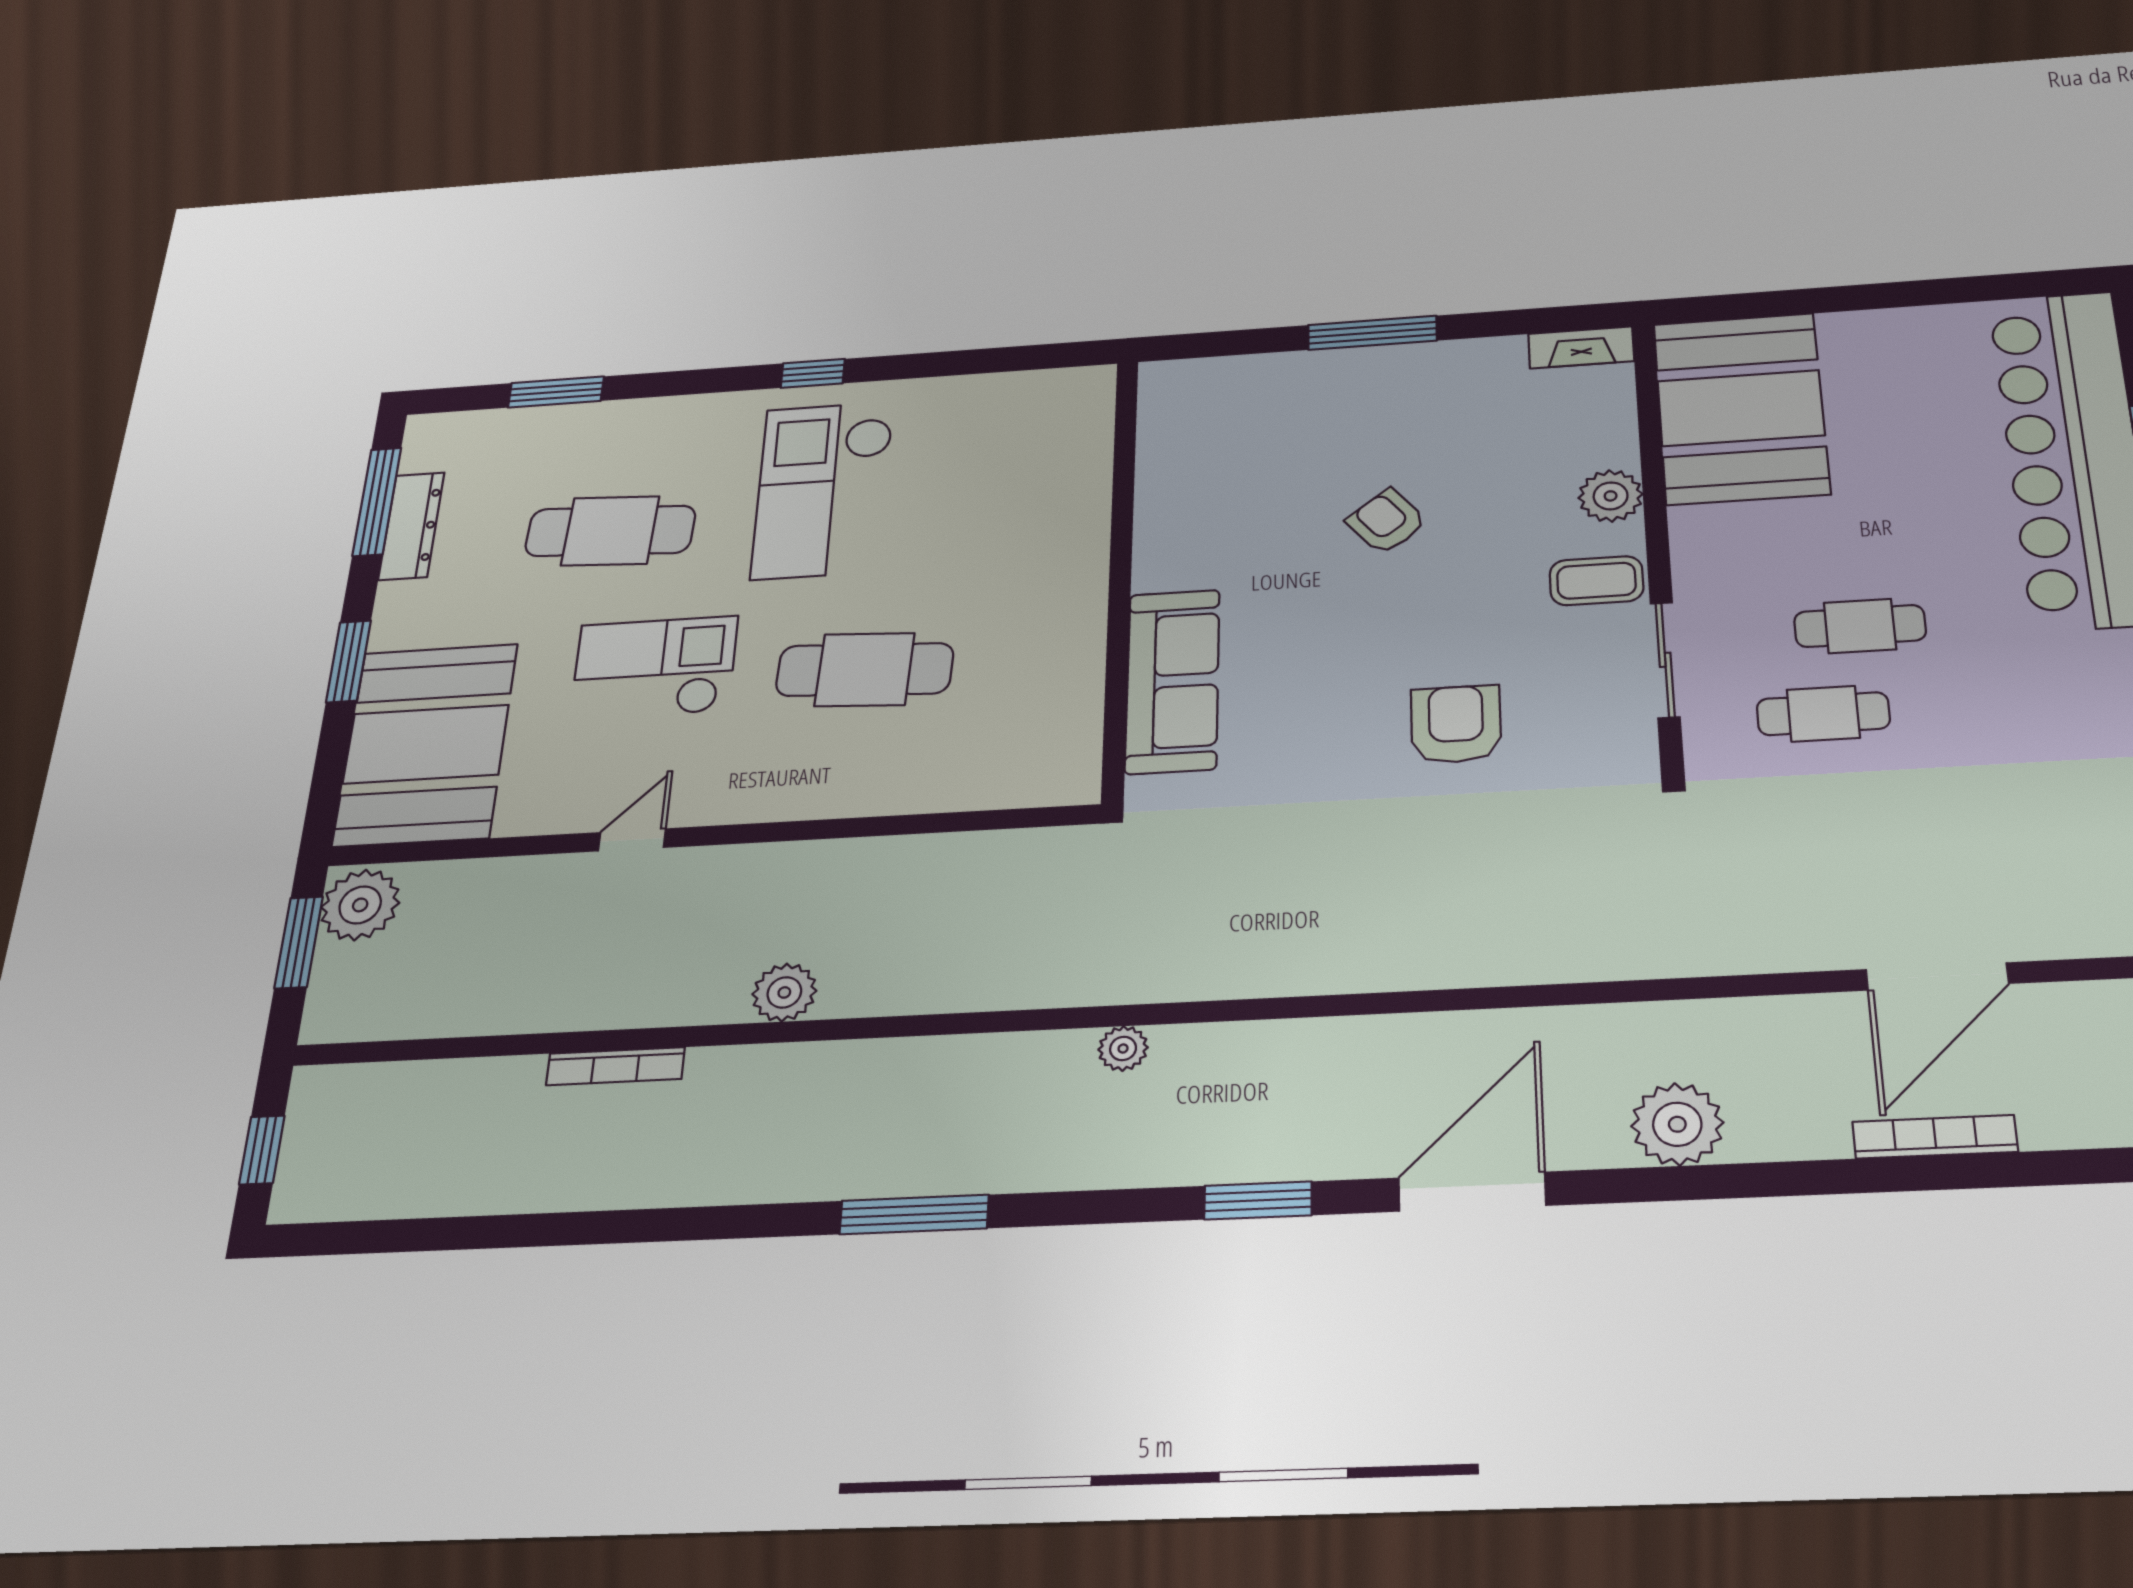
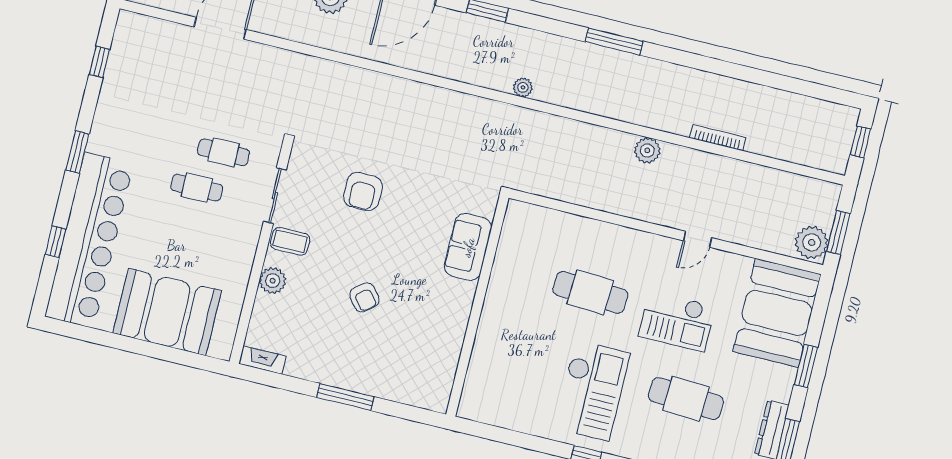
booth: (1741, 408) -> (167, 312), moved, turned 90
sofa: (1173, 681) -> (468, 247), width x0.73

